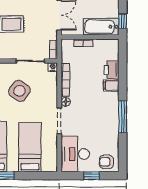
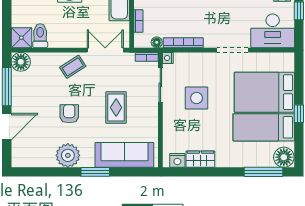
side table: (19, 91) -> (197, 98), turned -36
floor lamp: (66, 102) -> (157, 42), moved
bed: (30, 147) -> (264, 92), width x1.50

